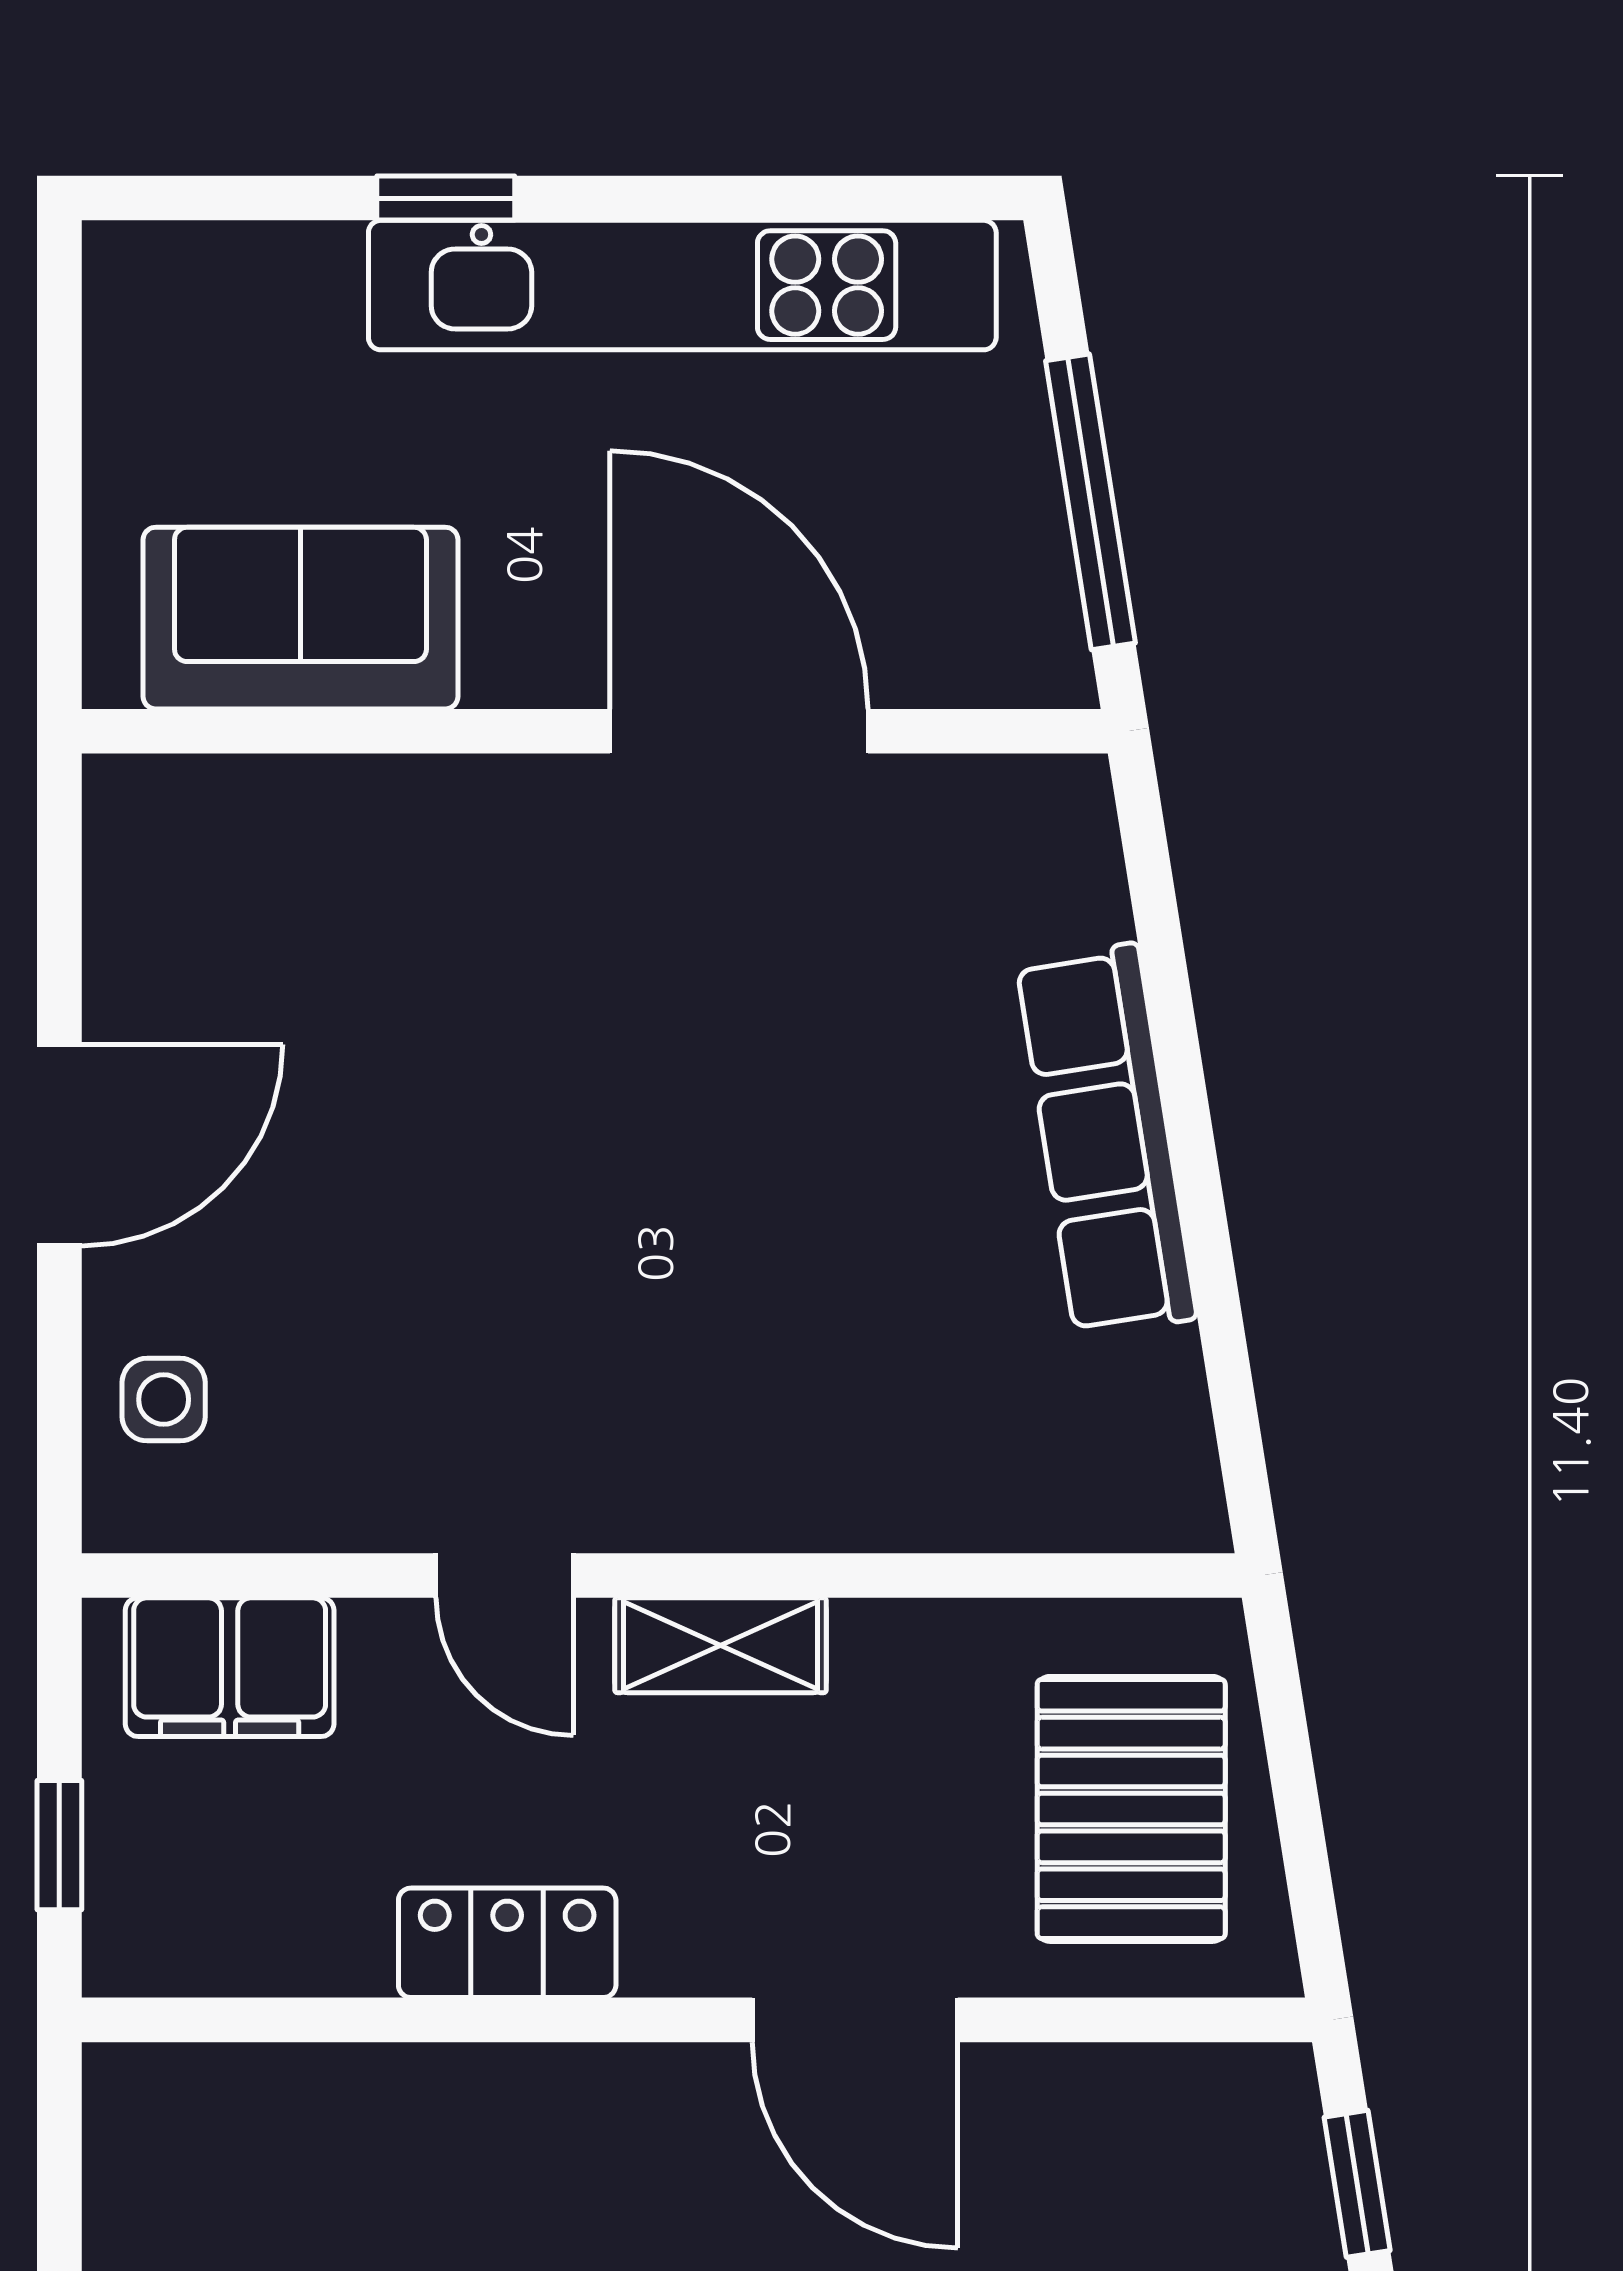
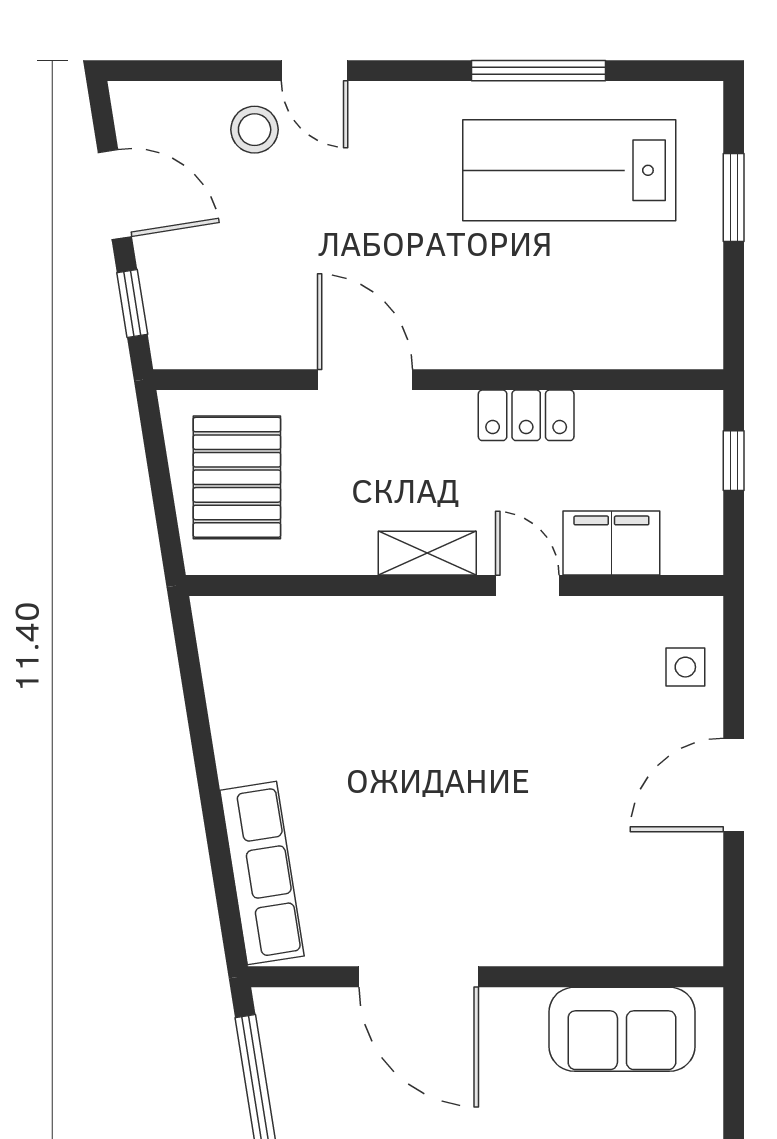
row of seats: (1107, 1140) -> (262, 873), moved
filing cabinet: (230, 1667) -> (611, 543), moved

